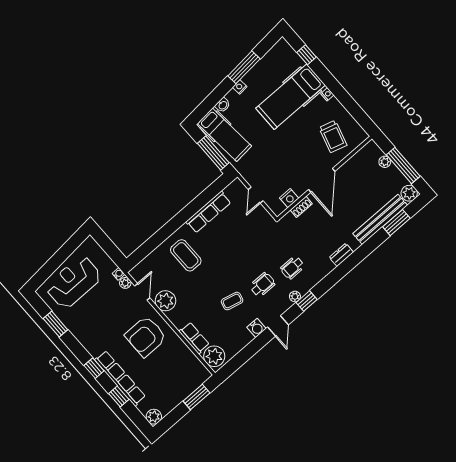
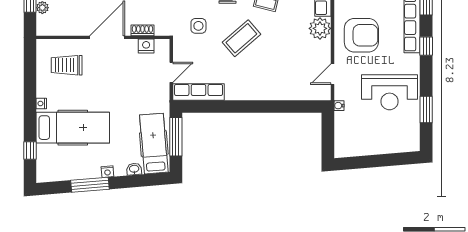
trolley: (333, 136) -> (67, 65), turned -106
row of seats: (208, 212) -> (199, 92), moved
side table: (265, 244) -> (198, 26), added
coffee table: (186, 255) -> (241, 38), moved, turned 49
reception desk: (74, 282) -> (390, 92), moved
plant: (125, 283) -> (340, 93), removed
plant: (165, 301) -> (320, 28), moved

